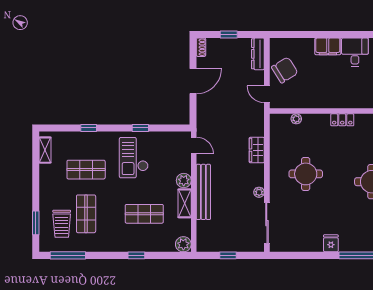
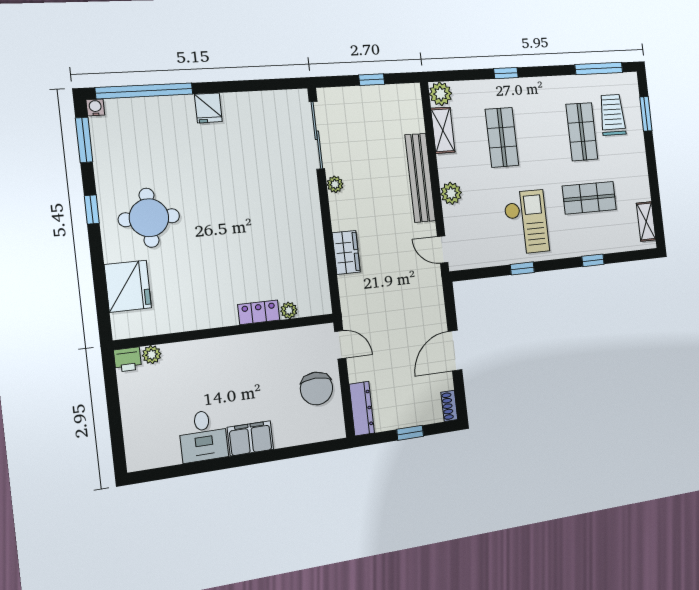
chair: (285, 70) -> (316, 388), turned -58
locker: (342, 120) -> (259, 312), moved
round table: (306, 174) -> (263, 221), removed
shelving: (185, 203) -> (443, 130), moved
shop shelf: (144, 214) -> (502, 137), turned 90

